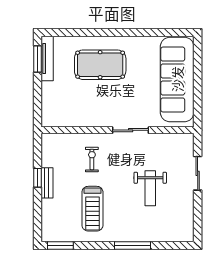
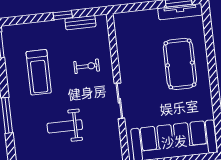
bench: (47, 183) -> (80, 23), moved
treadmill: (92, 209) -> (39, 72), turned -90

